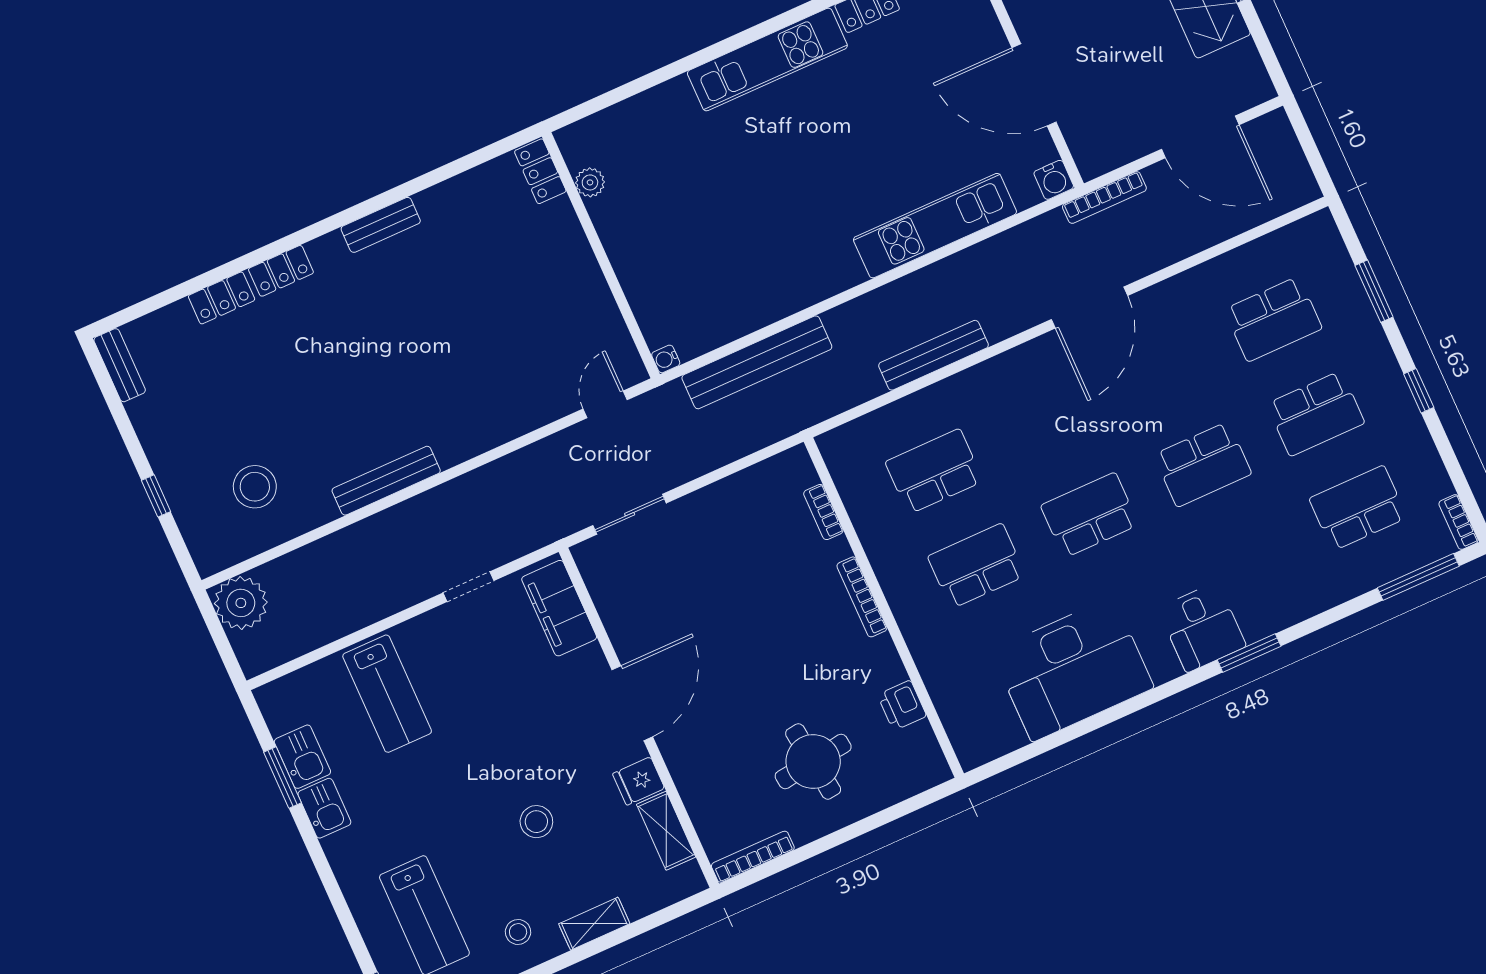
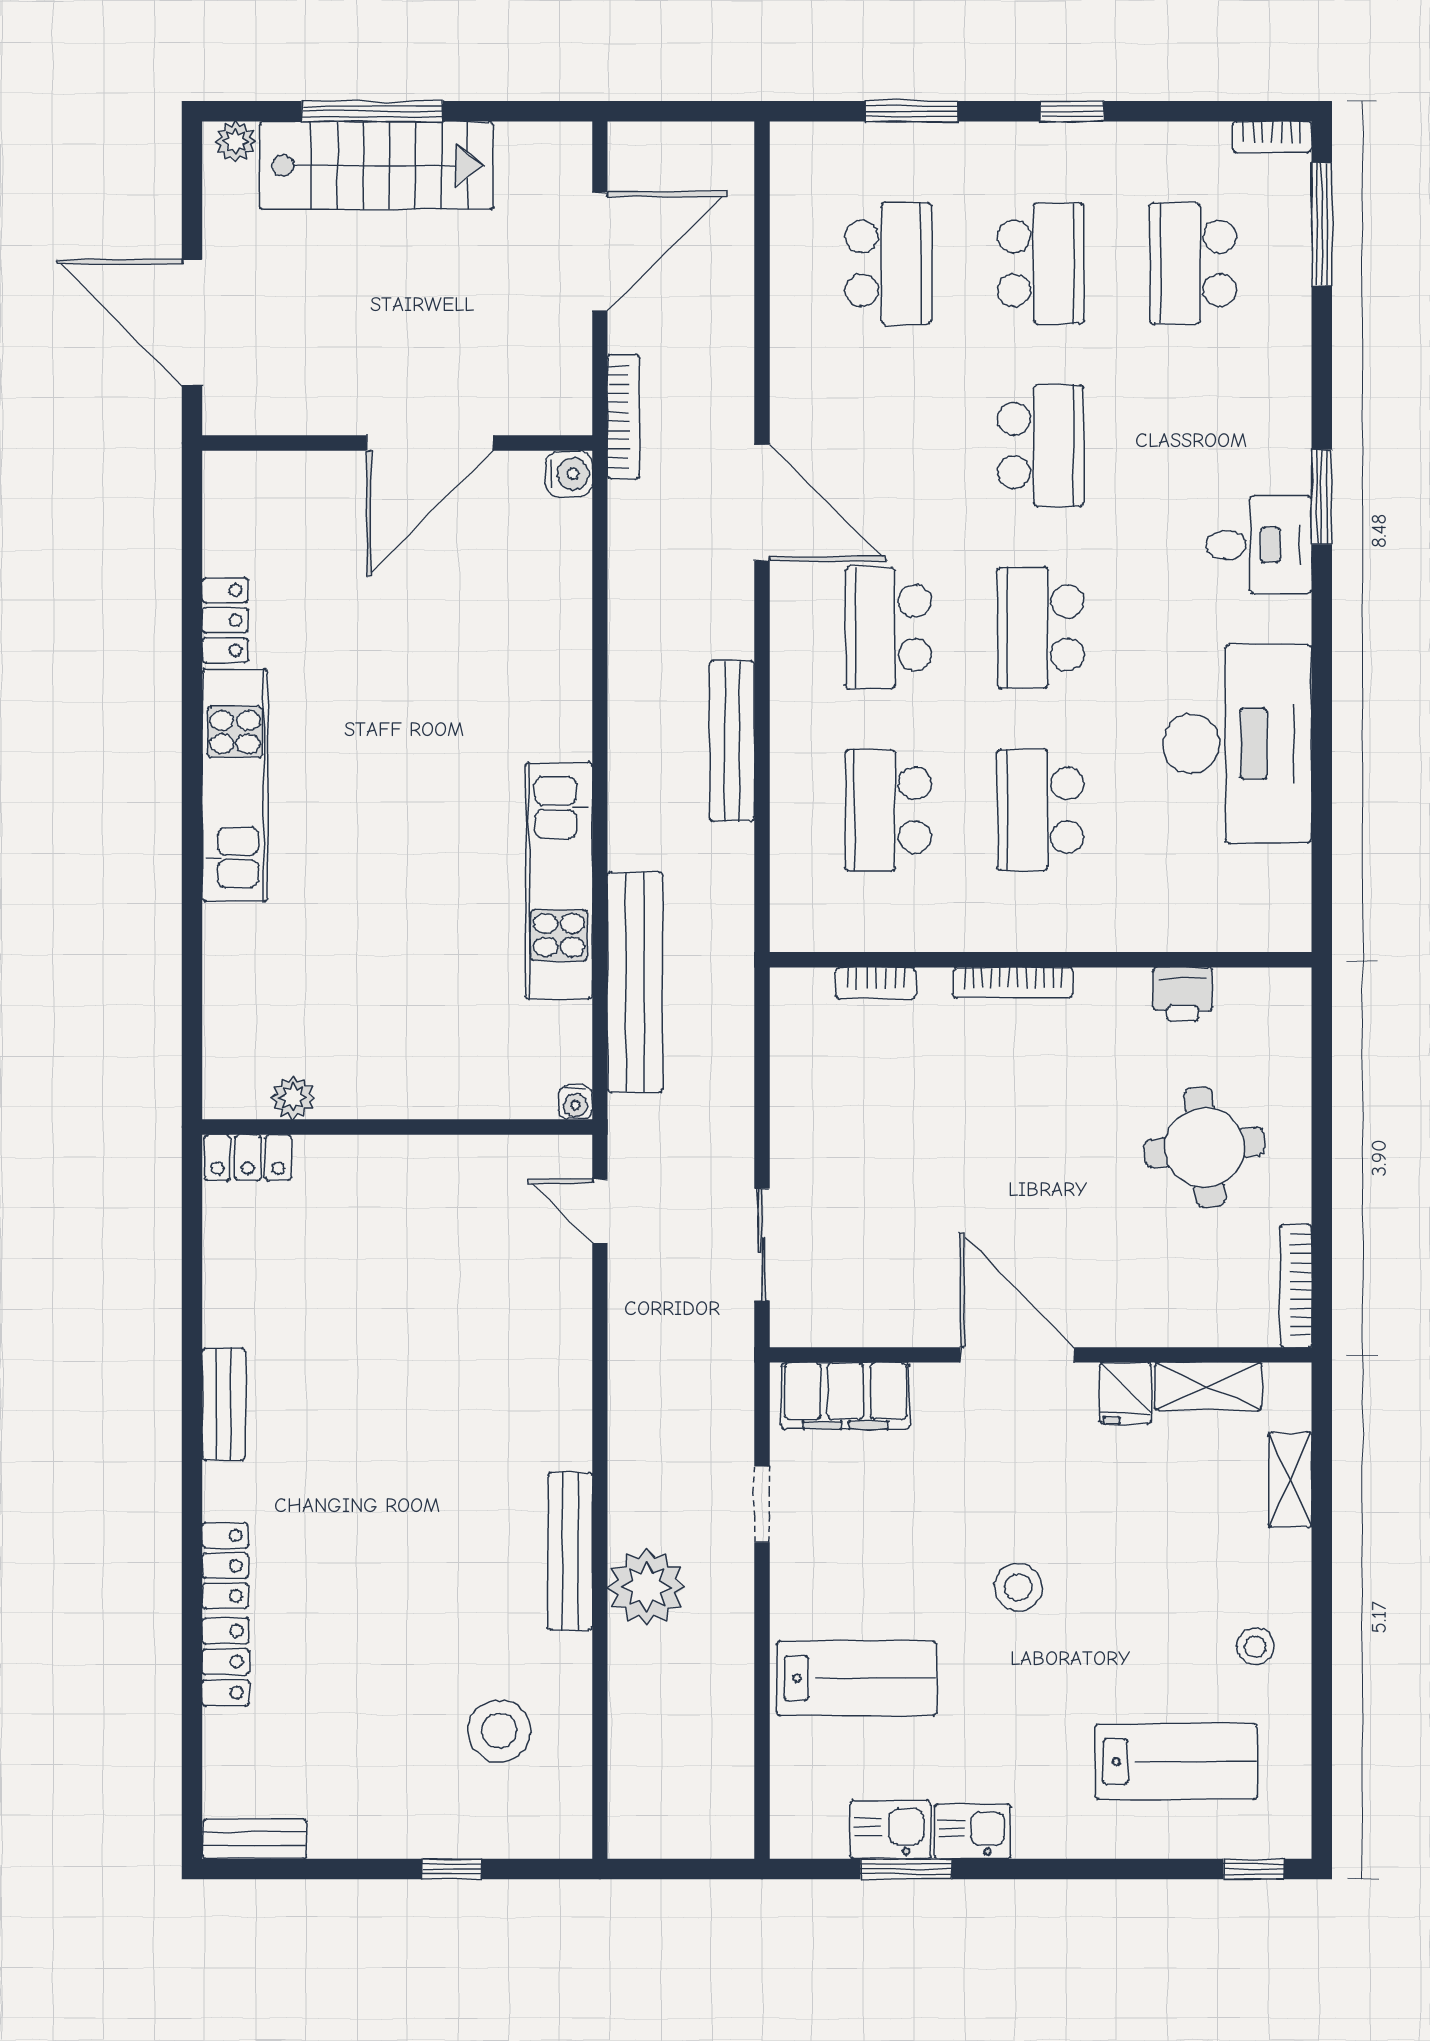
kitchen unit: (935, 226) -> (559, 881), moved
school desk: (1047, 421) -> (888, 628), added
plant: (241, 603) -> (647, 1587), moved
stool: (536, 822) -> (1018, 1587), moved
shelving: (594, 924) -> (1290, 1480), moved

